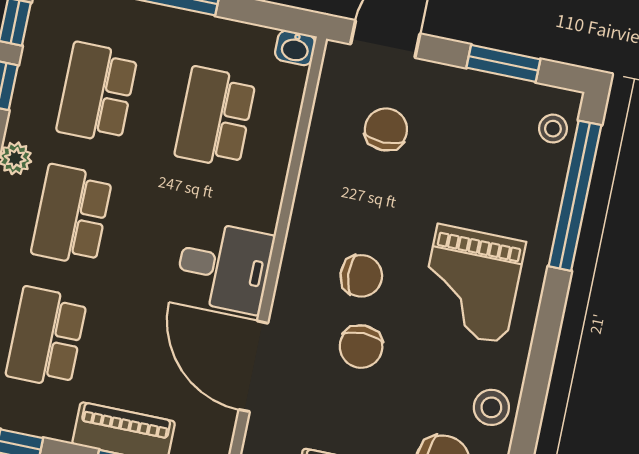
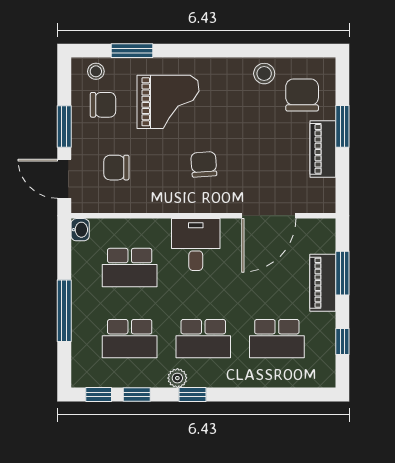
window: (503, 63) -> (64, 127), moved
window: (575, 196) -> (132, 51), width x0.47
desk: (224, 267) -> (196, 245), moved
grand piano: (471, 284) -> (168, 102), moved
chair: (361, 347) -> (103, 105), moved

